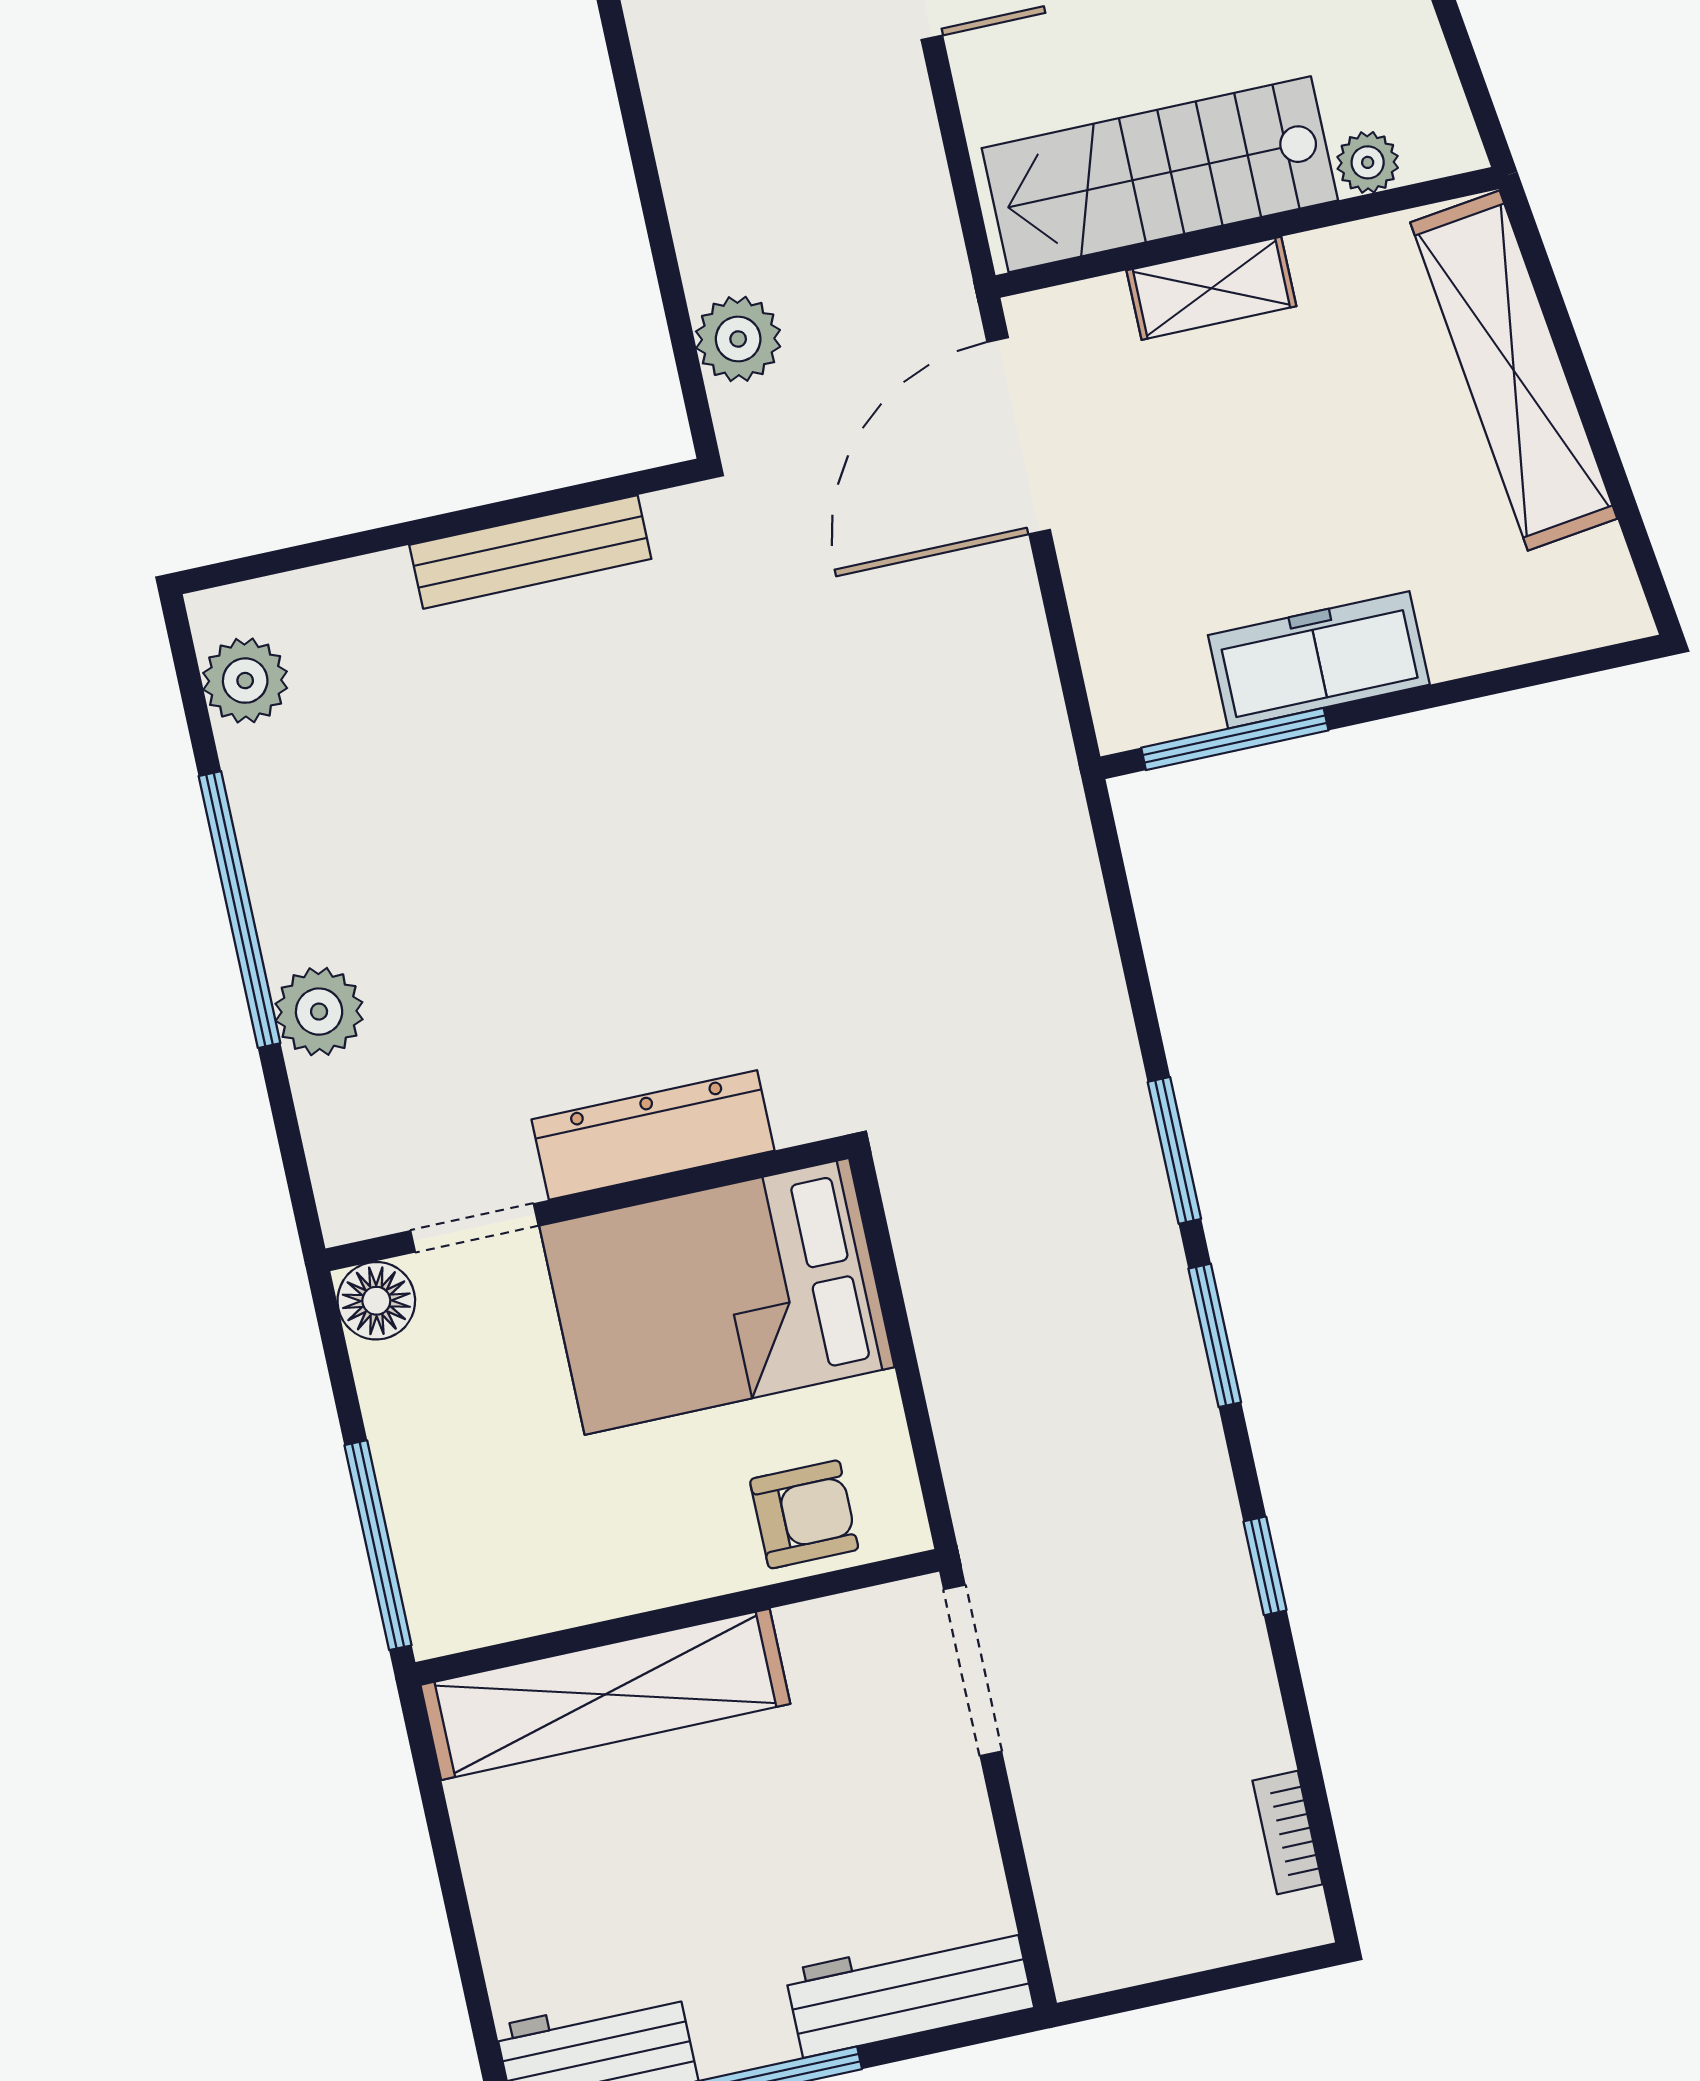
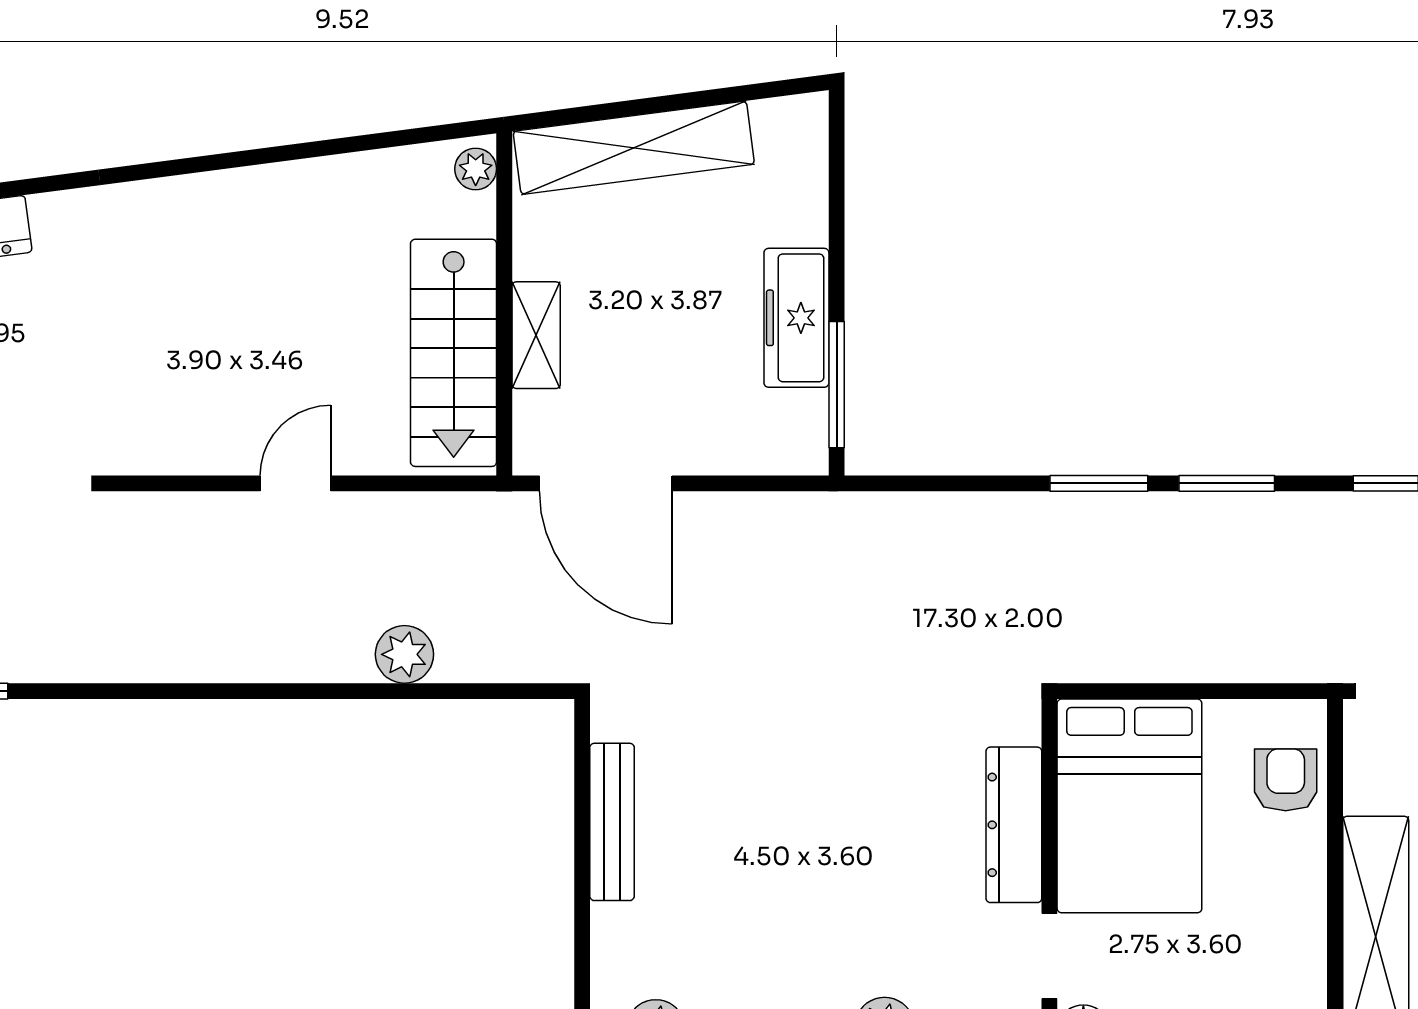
plant: (1368, 162) -> (476, 169), moved
plant: (738, 339) -> (404, 654), moved

